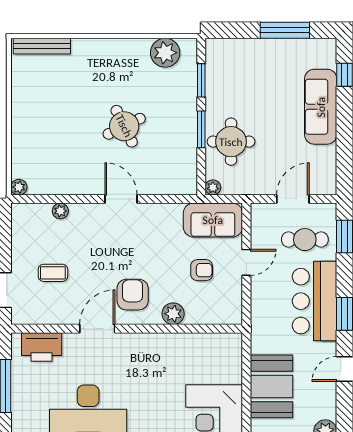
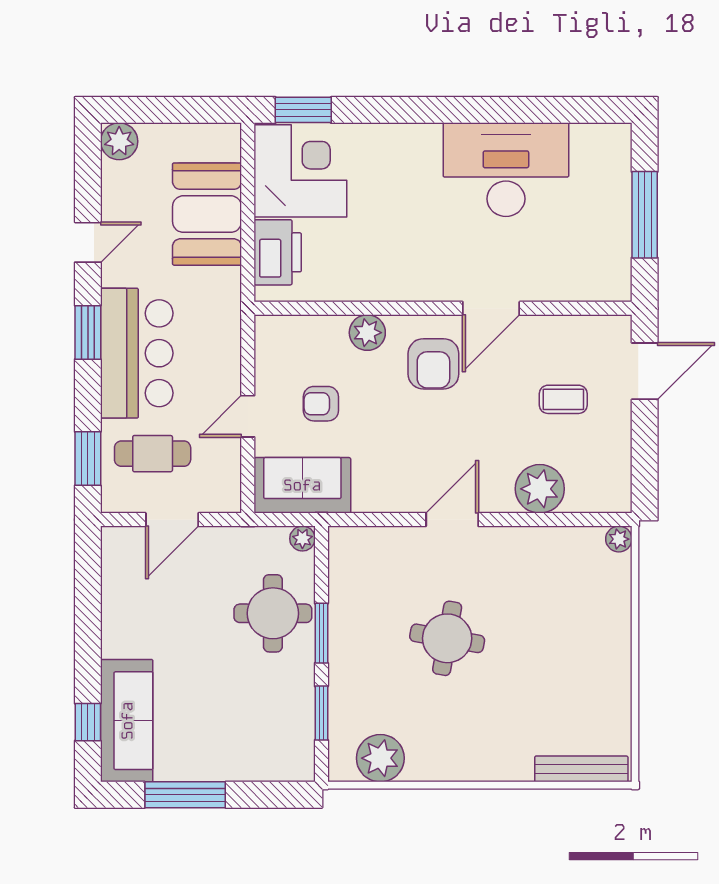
sofa: (321, 107) -> (127, 721), moved
round table: (124, 126) -> (447, 638), turned 36
door: (121, 199) -> (452, 520), swing flipped
plant: (60, 211) -> (540, 489), width x1.88, depth x1.88
printer: (42, 347) -> (278, 252), moved, turned 90

